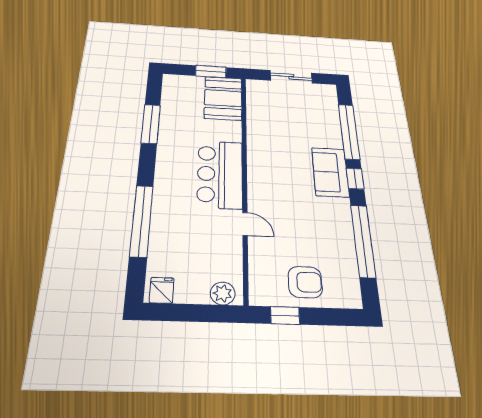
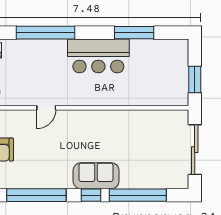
sliding door: (291, 77) -> (195, 150), width x1.37
booth: (223, 98) -> (166, 90), removed
bar counter: (220, 174) -> (98, 56), moved, turned 180

